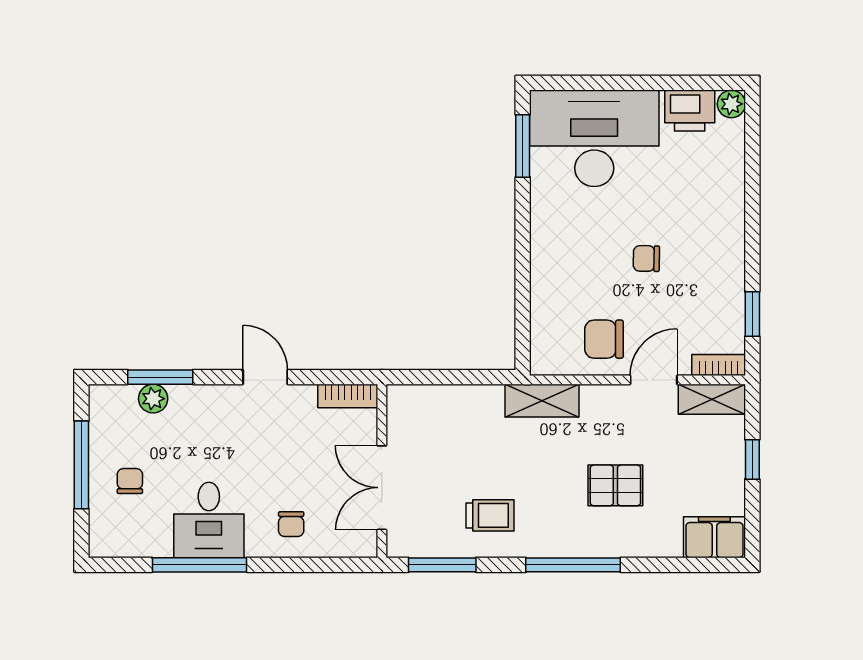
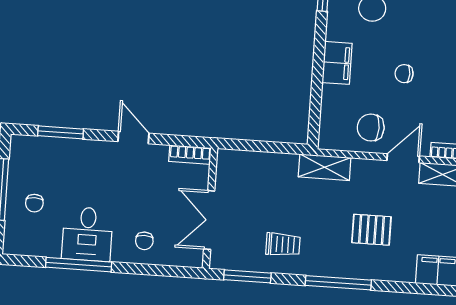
filing cabinet: (549, 250) -> (337, 63), added
plant: (153, 399) -> (55, 147), removed
chair: (130, 481) -> (34, 203), turned 180

